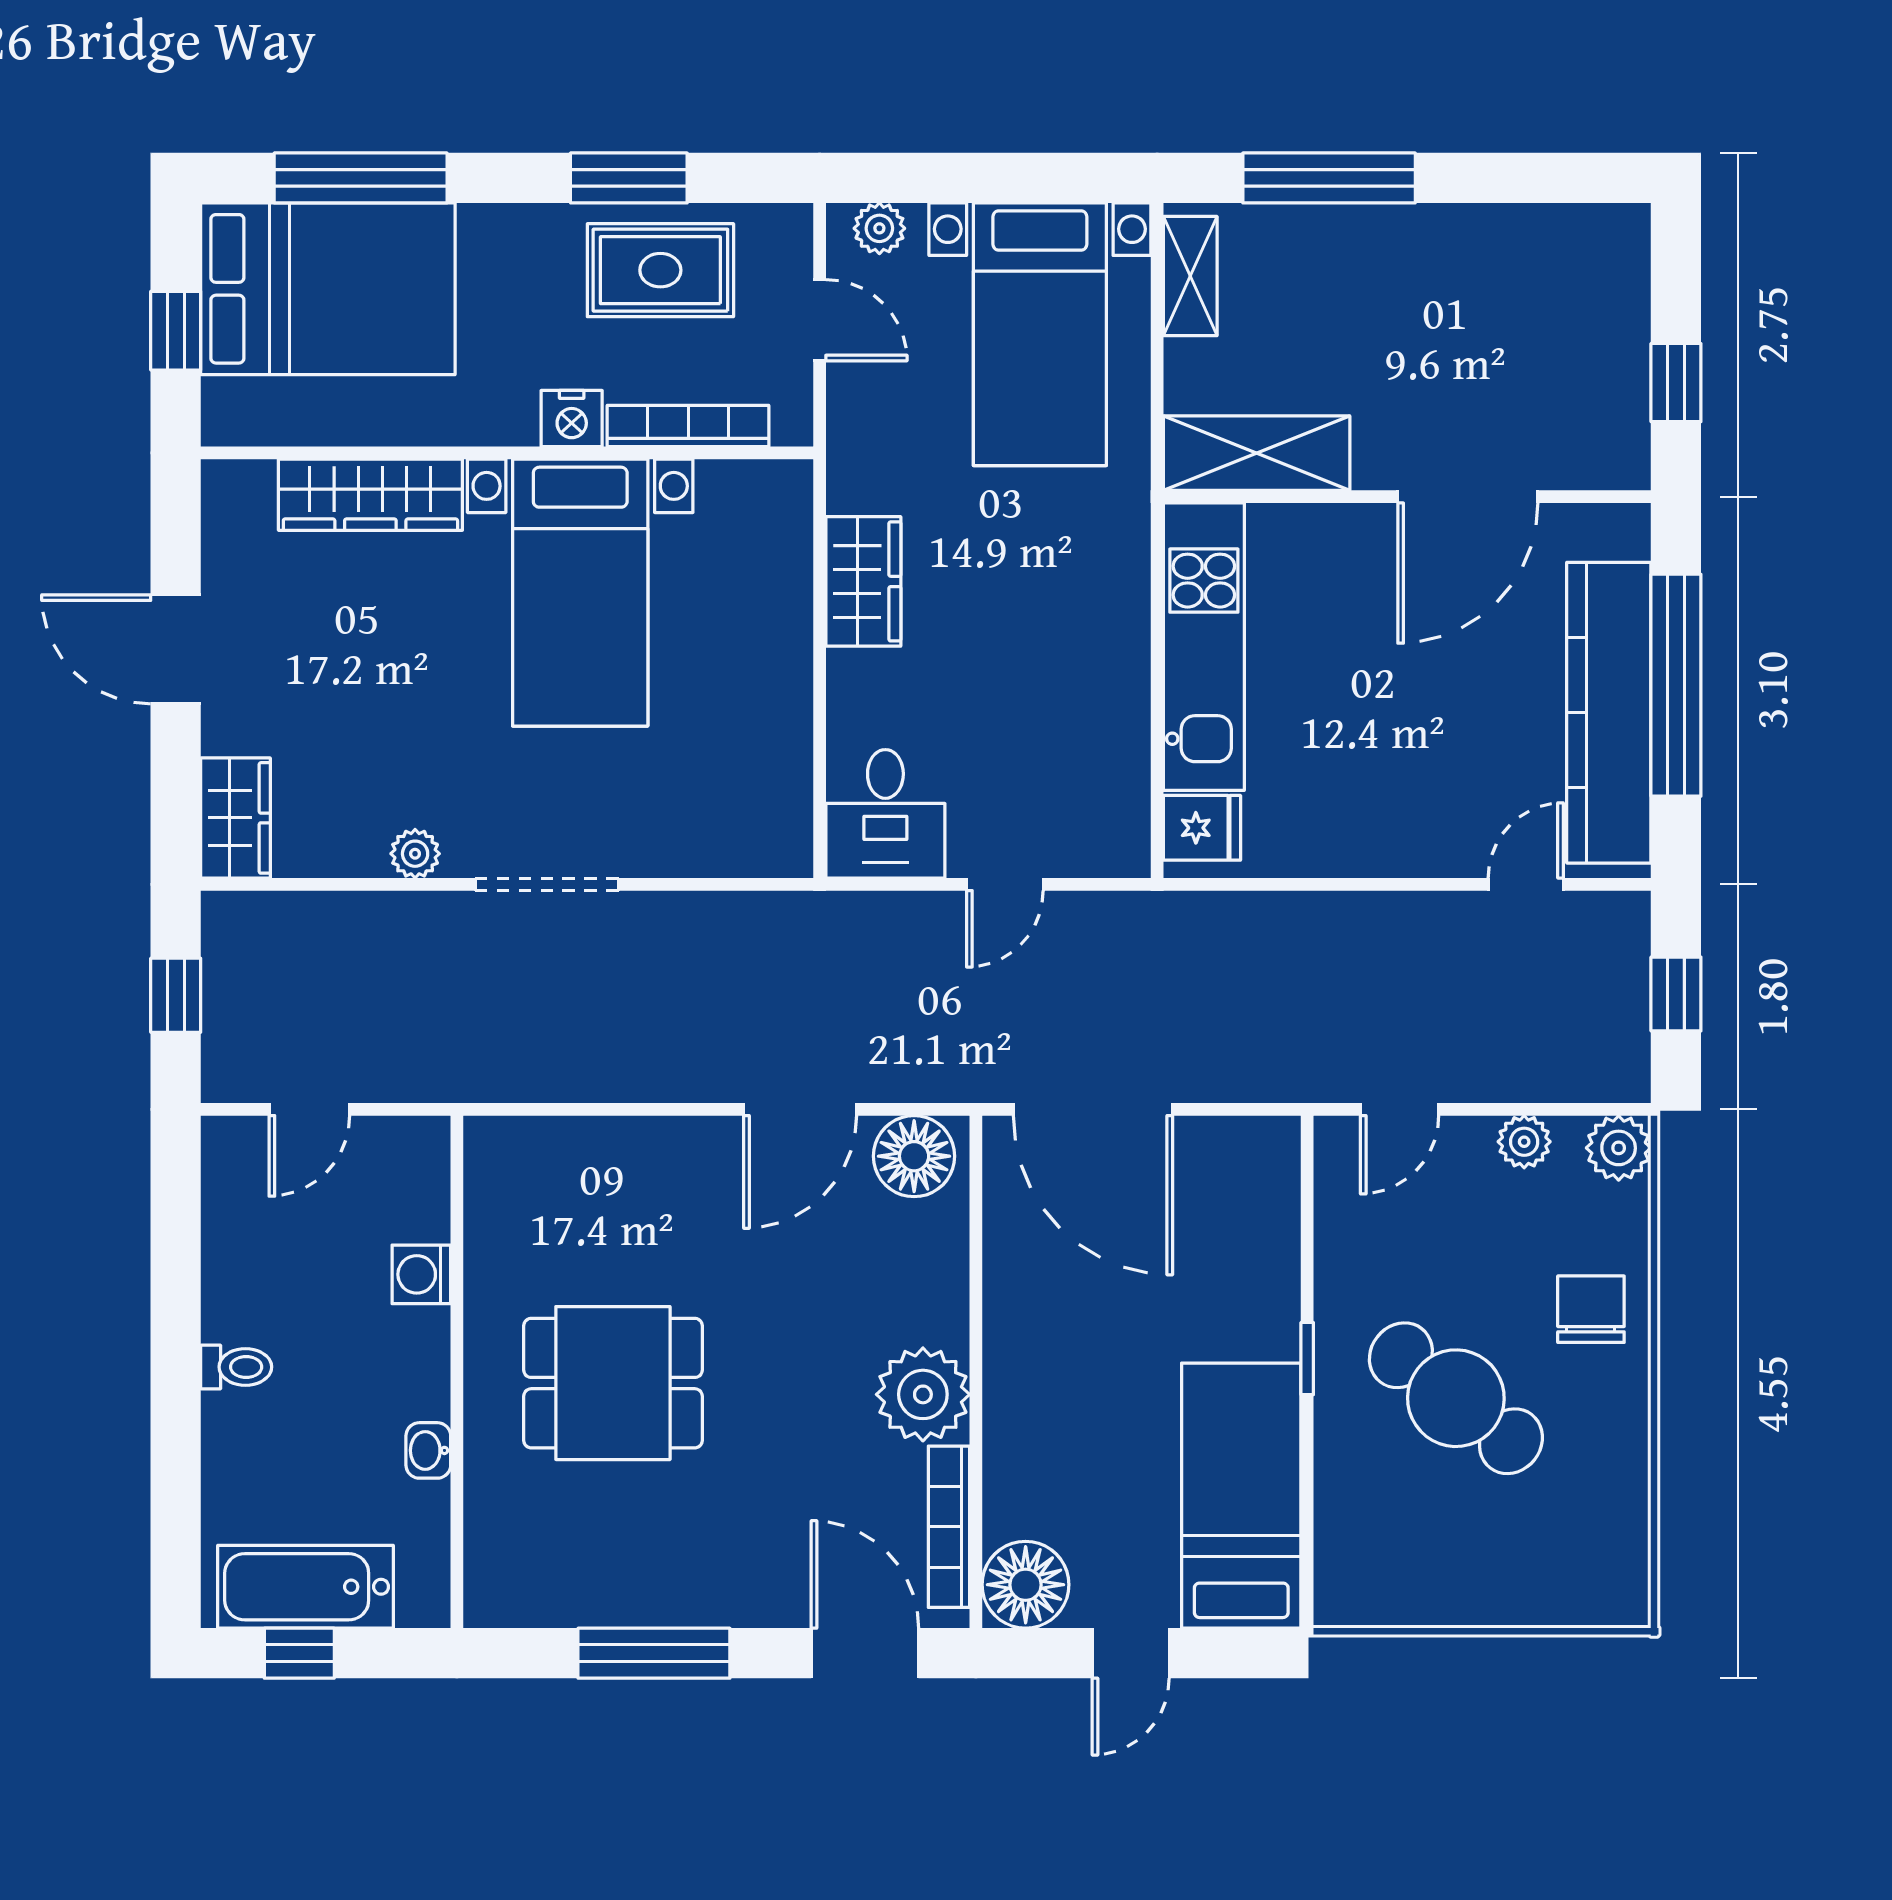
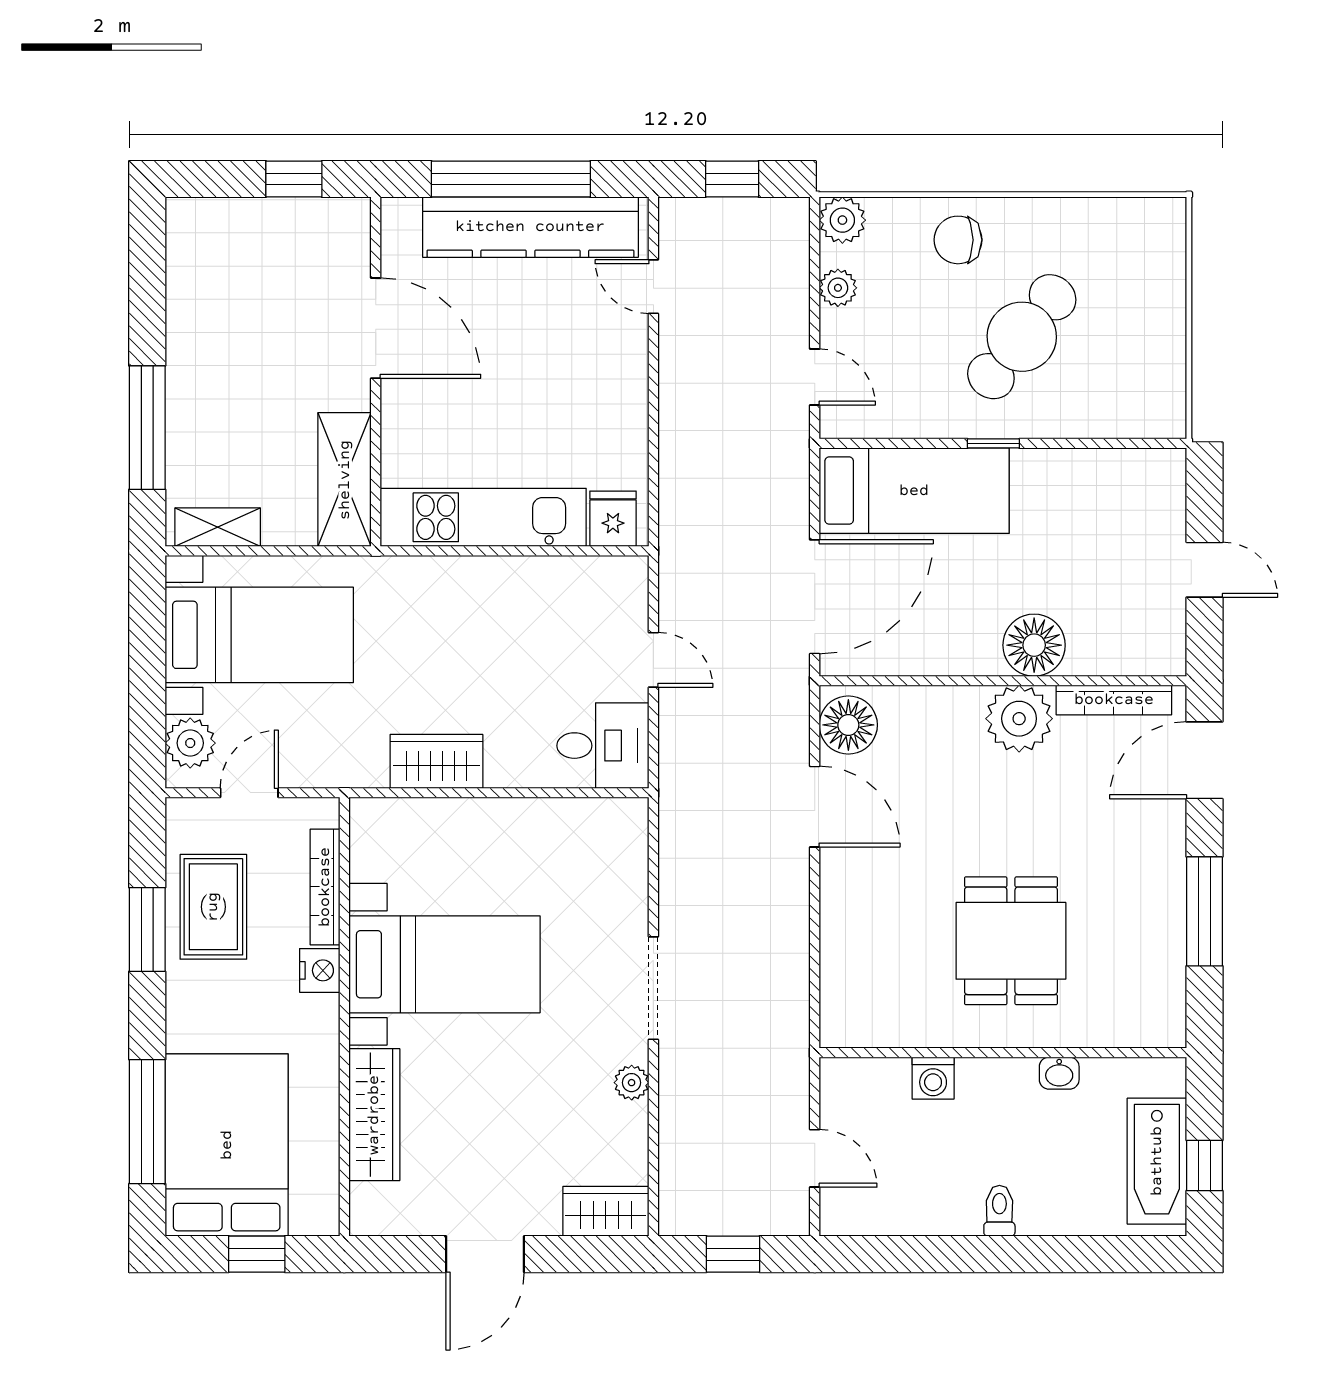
plant: (879, 228) -> (190, 743), width x1.38, depth x1.38
bed: (1241, 1496) -> (914, 491), moved, turned 180
floor lamp: (1026, 1585) -> (1034, 645), moved

